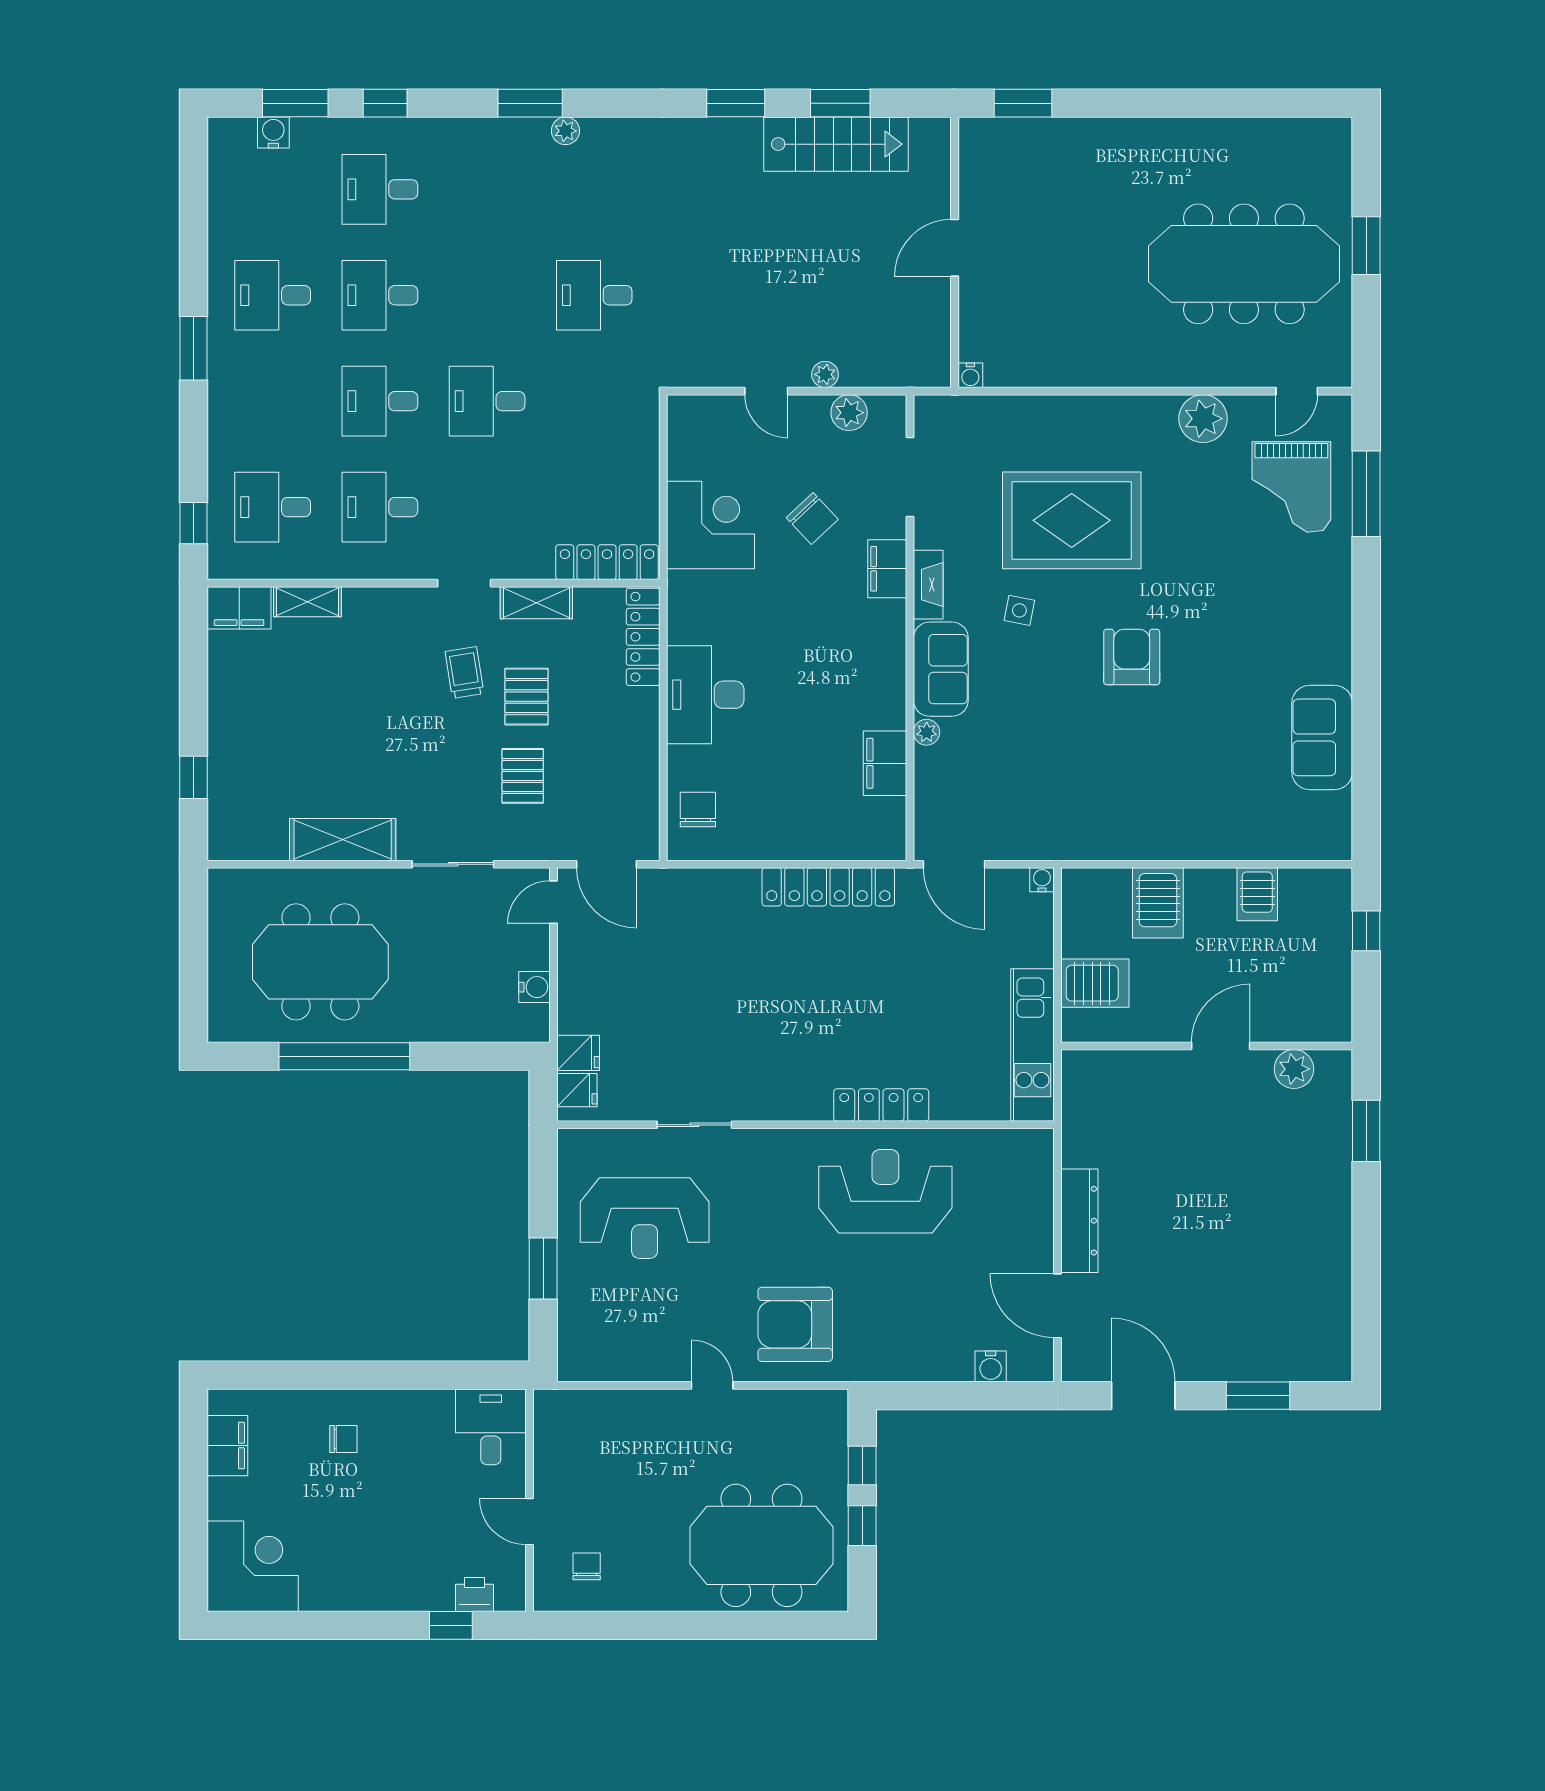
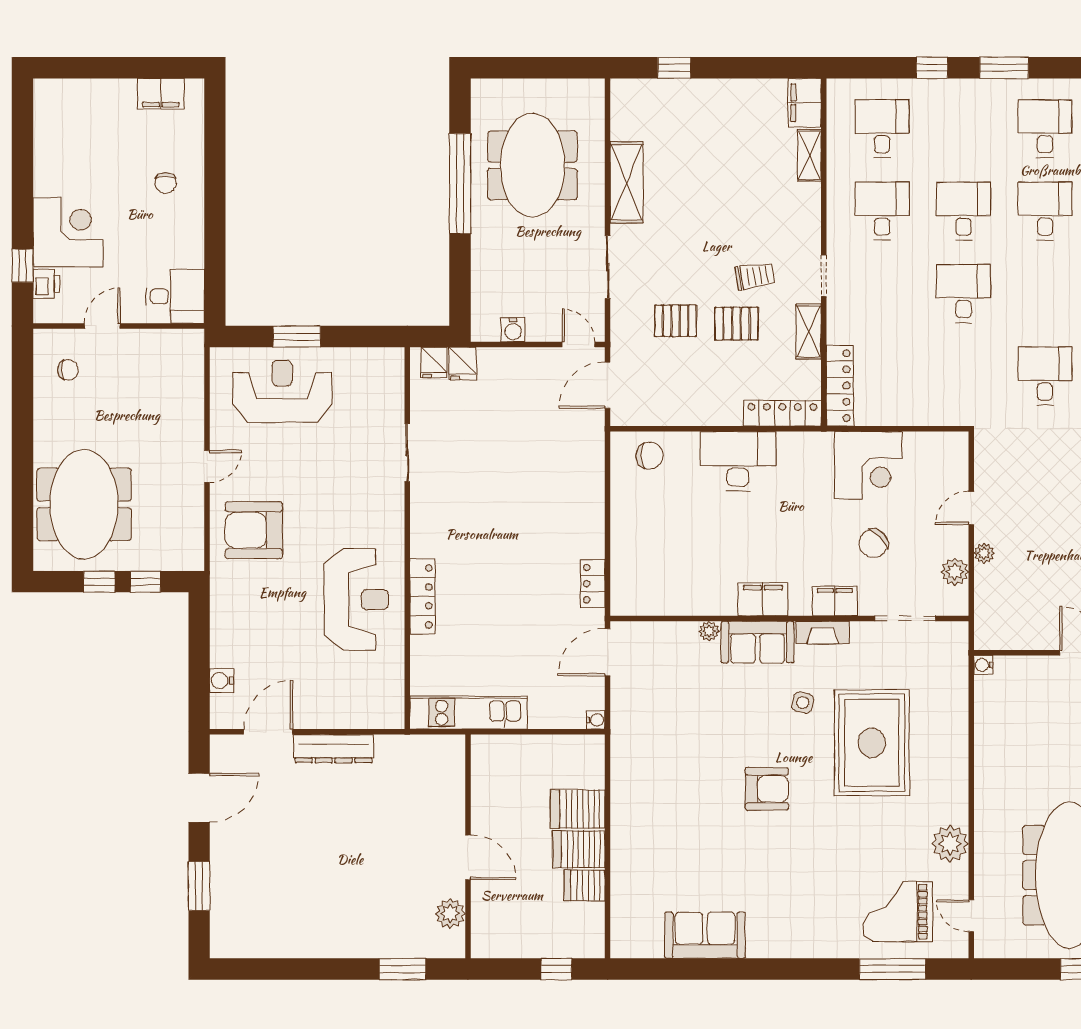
window: (193, 523) -> (932, 68), moved
filing cabinet: (885, 763) -> (763, 599), moved
locker: (828, 887) -> (593, 584), width x0.46, depth x0.83
server rack: (1095, 983) -> (579, 849), moved, turned 90
reception desk: (645, 1218) -> (282, 391), moved, turned 90
armchair: (795, 1324) -> (254, 530), turned -90
corner desk: (253, 1566) -> (68, 232), moved, turned -90

